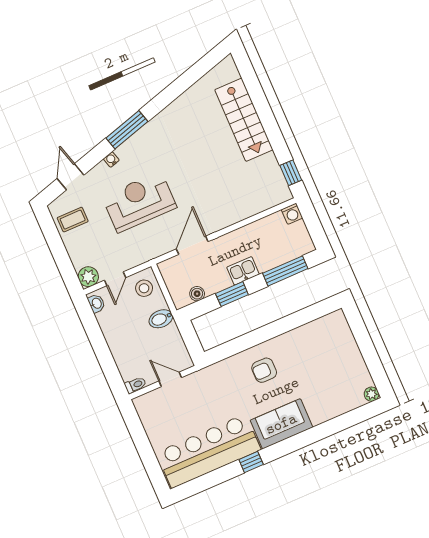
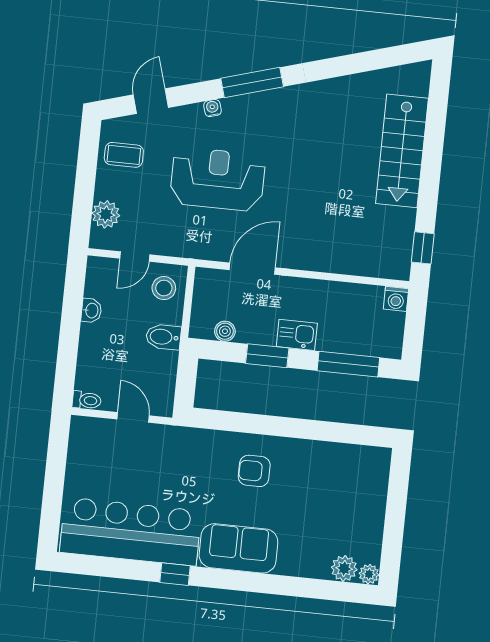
plant: (88, 277) -> (106, 214), moved
washbasin: (96, 303) -> (91, 310), moved
plant: (354, 399) -> (344, 568), added

